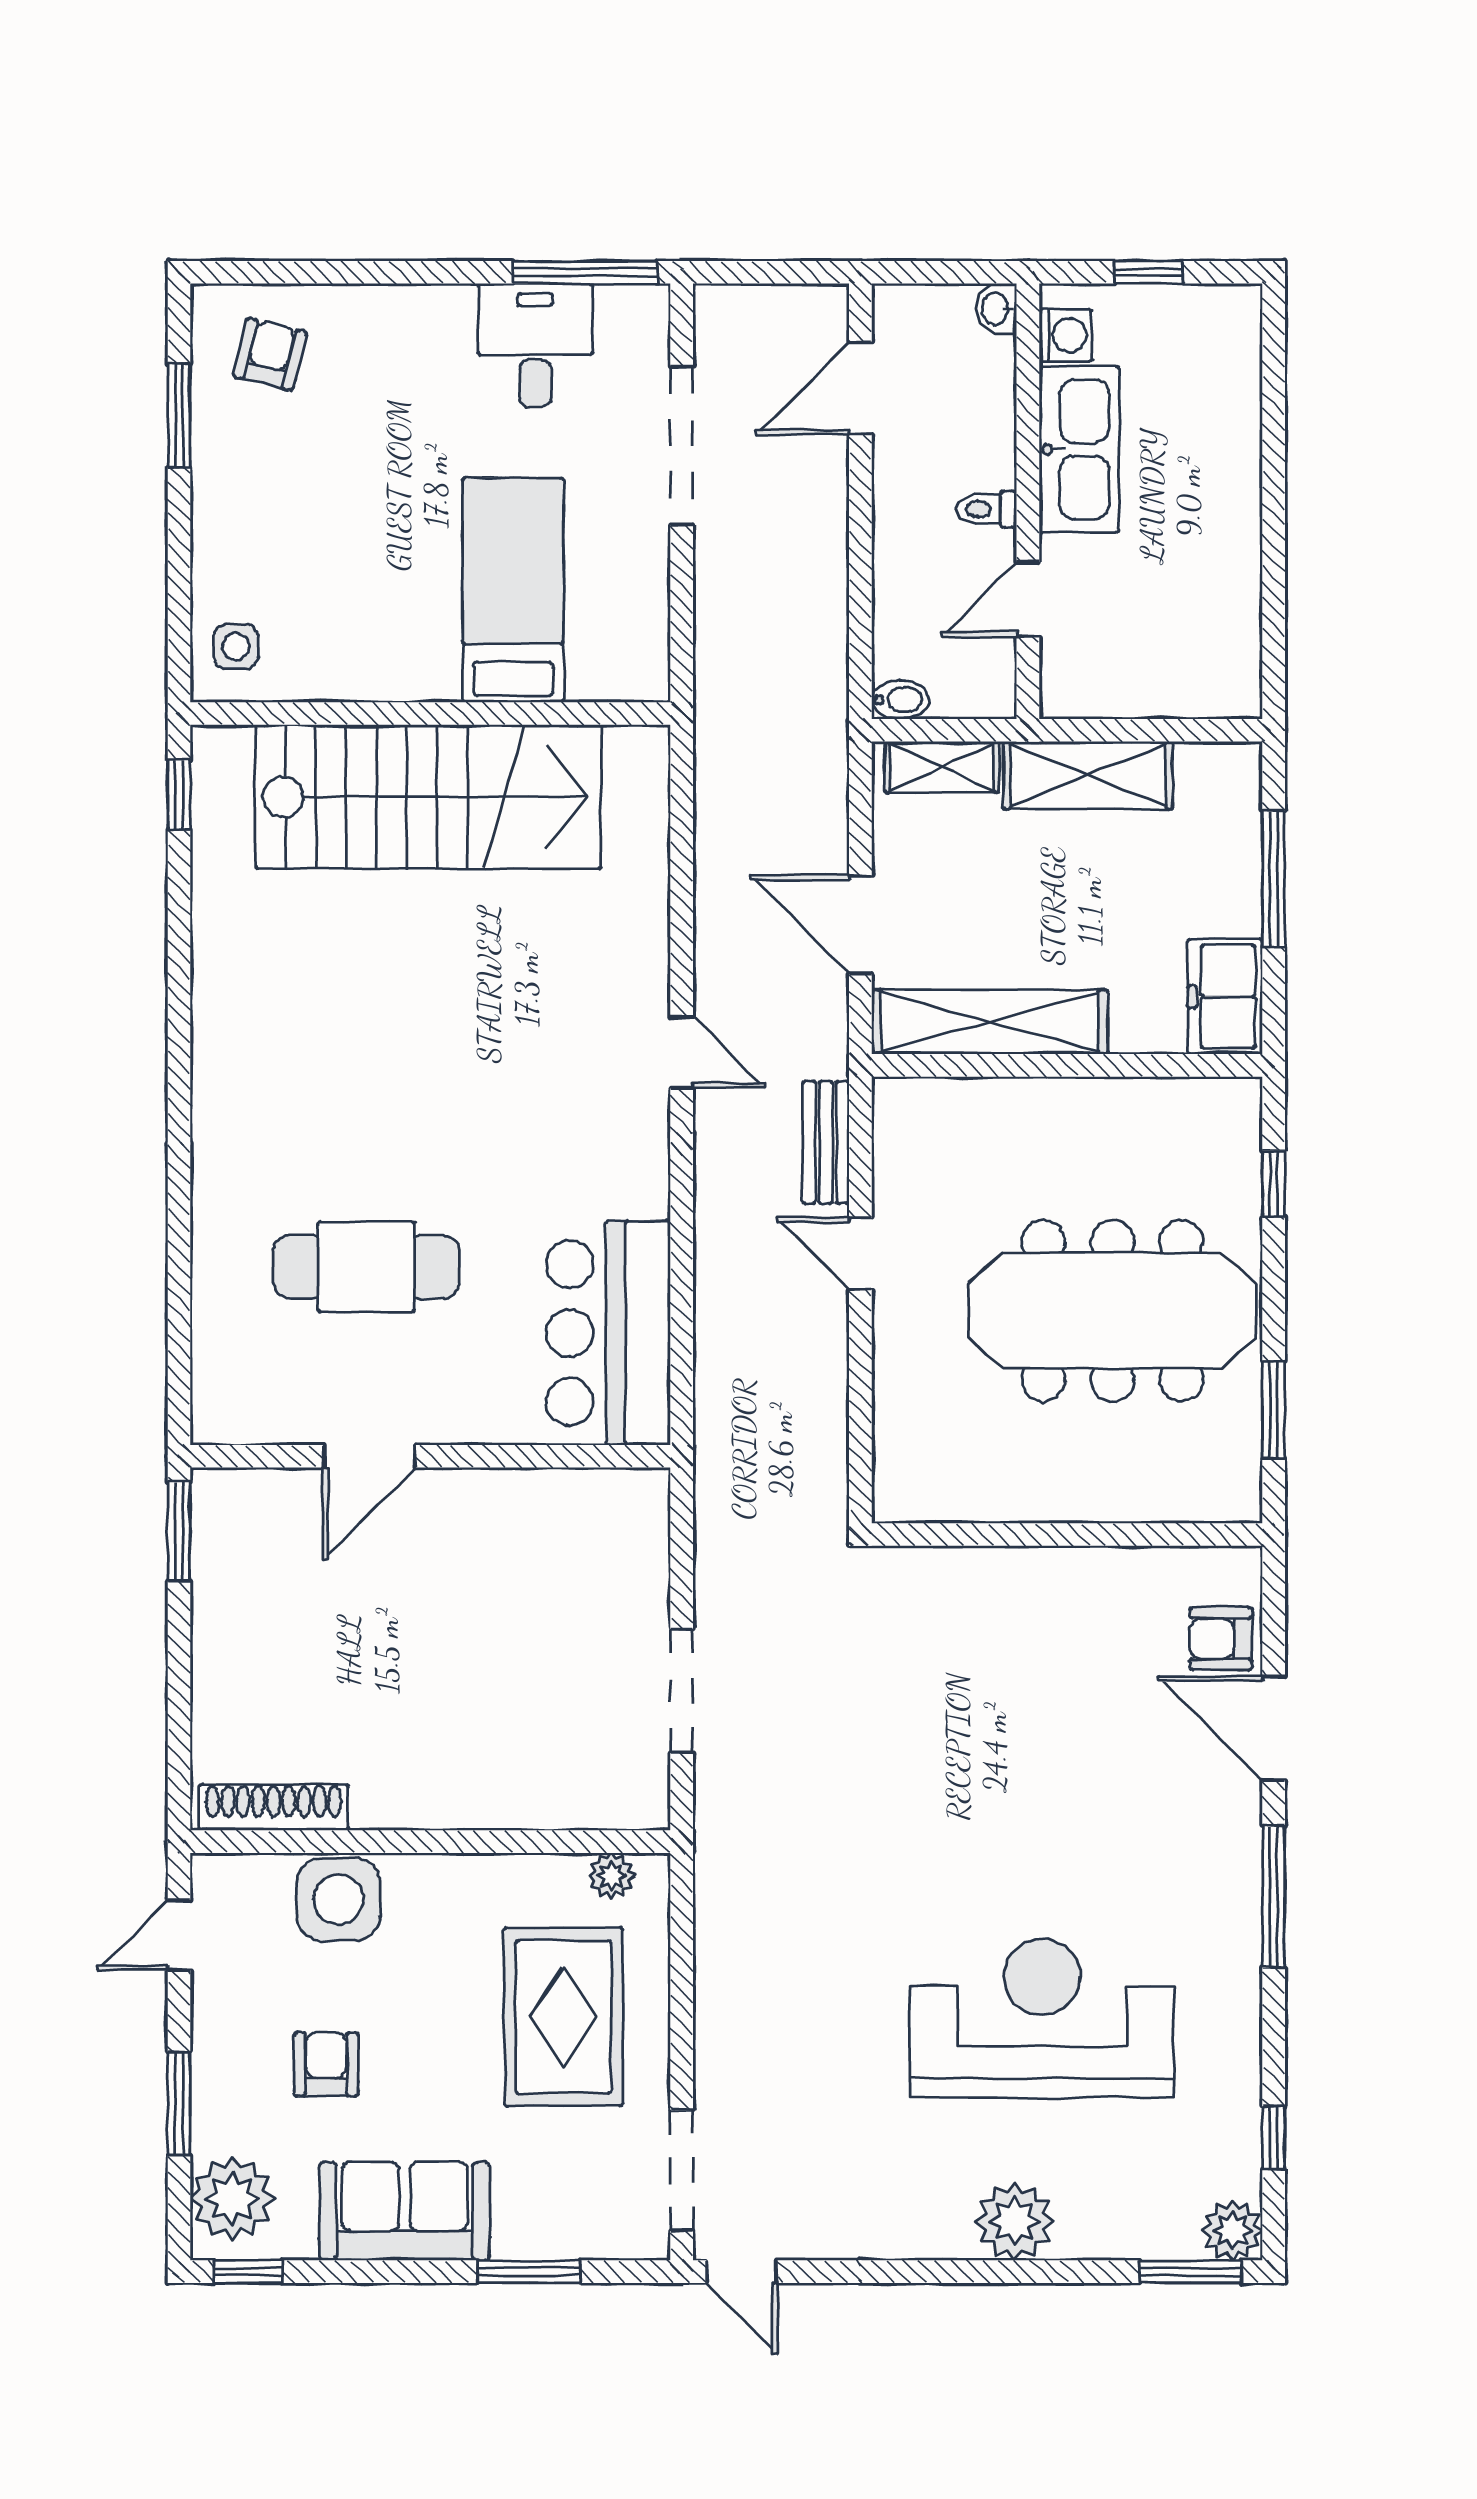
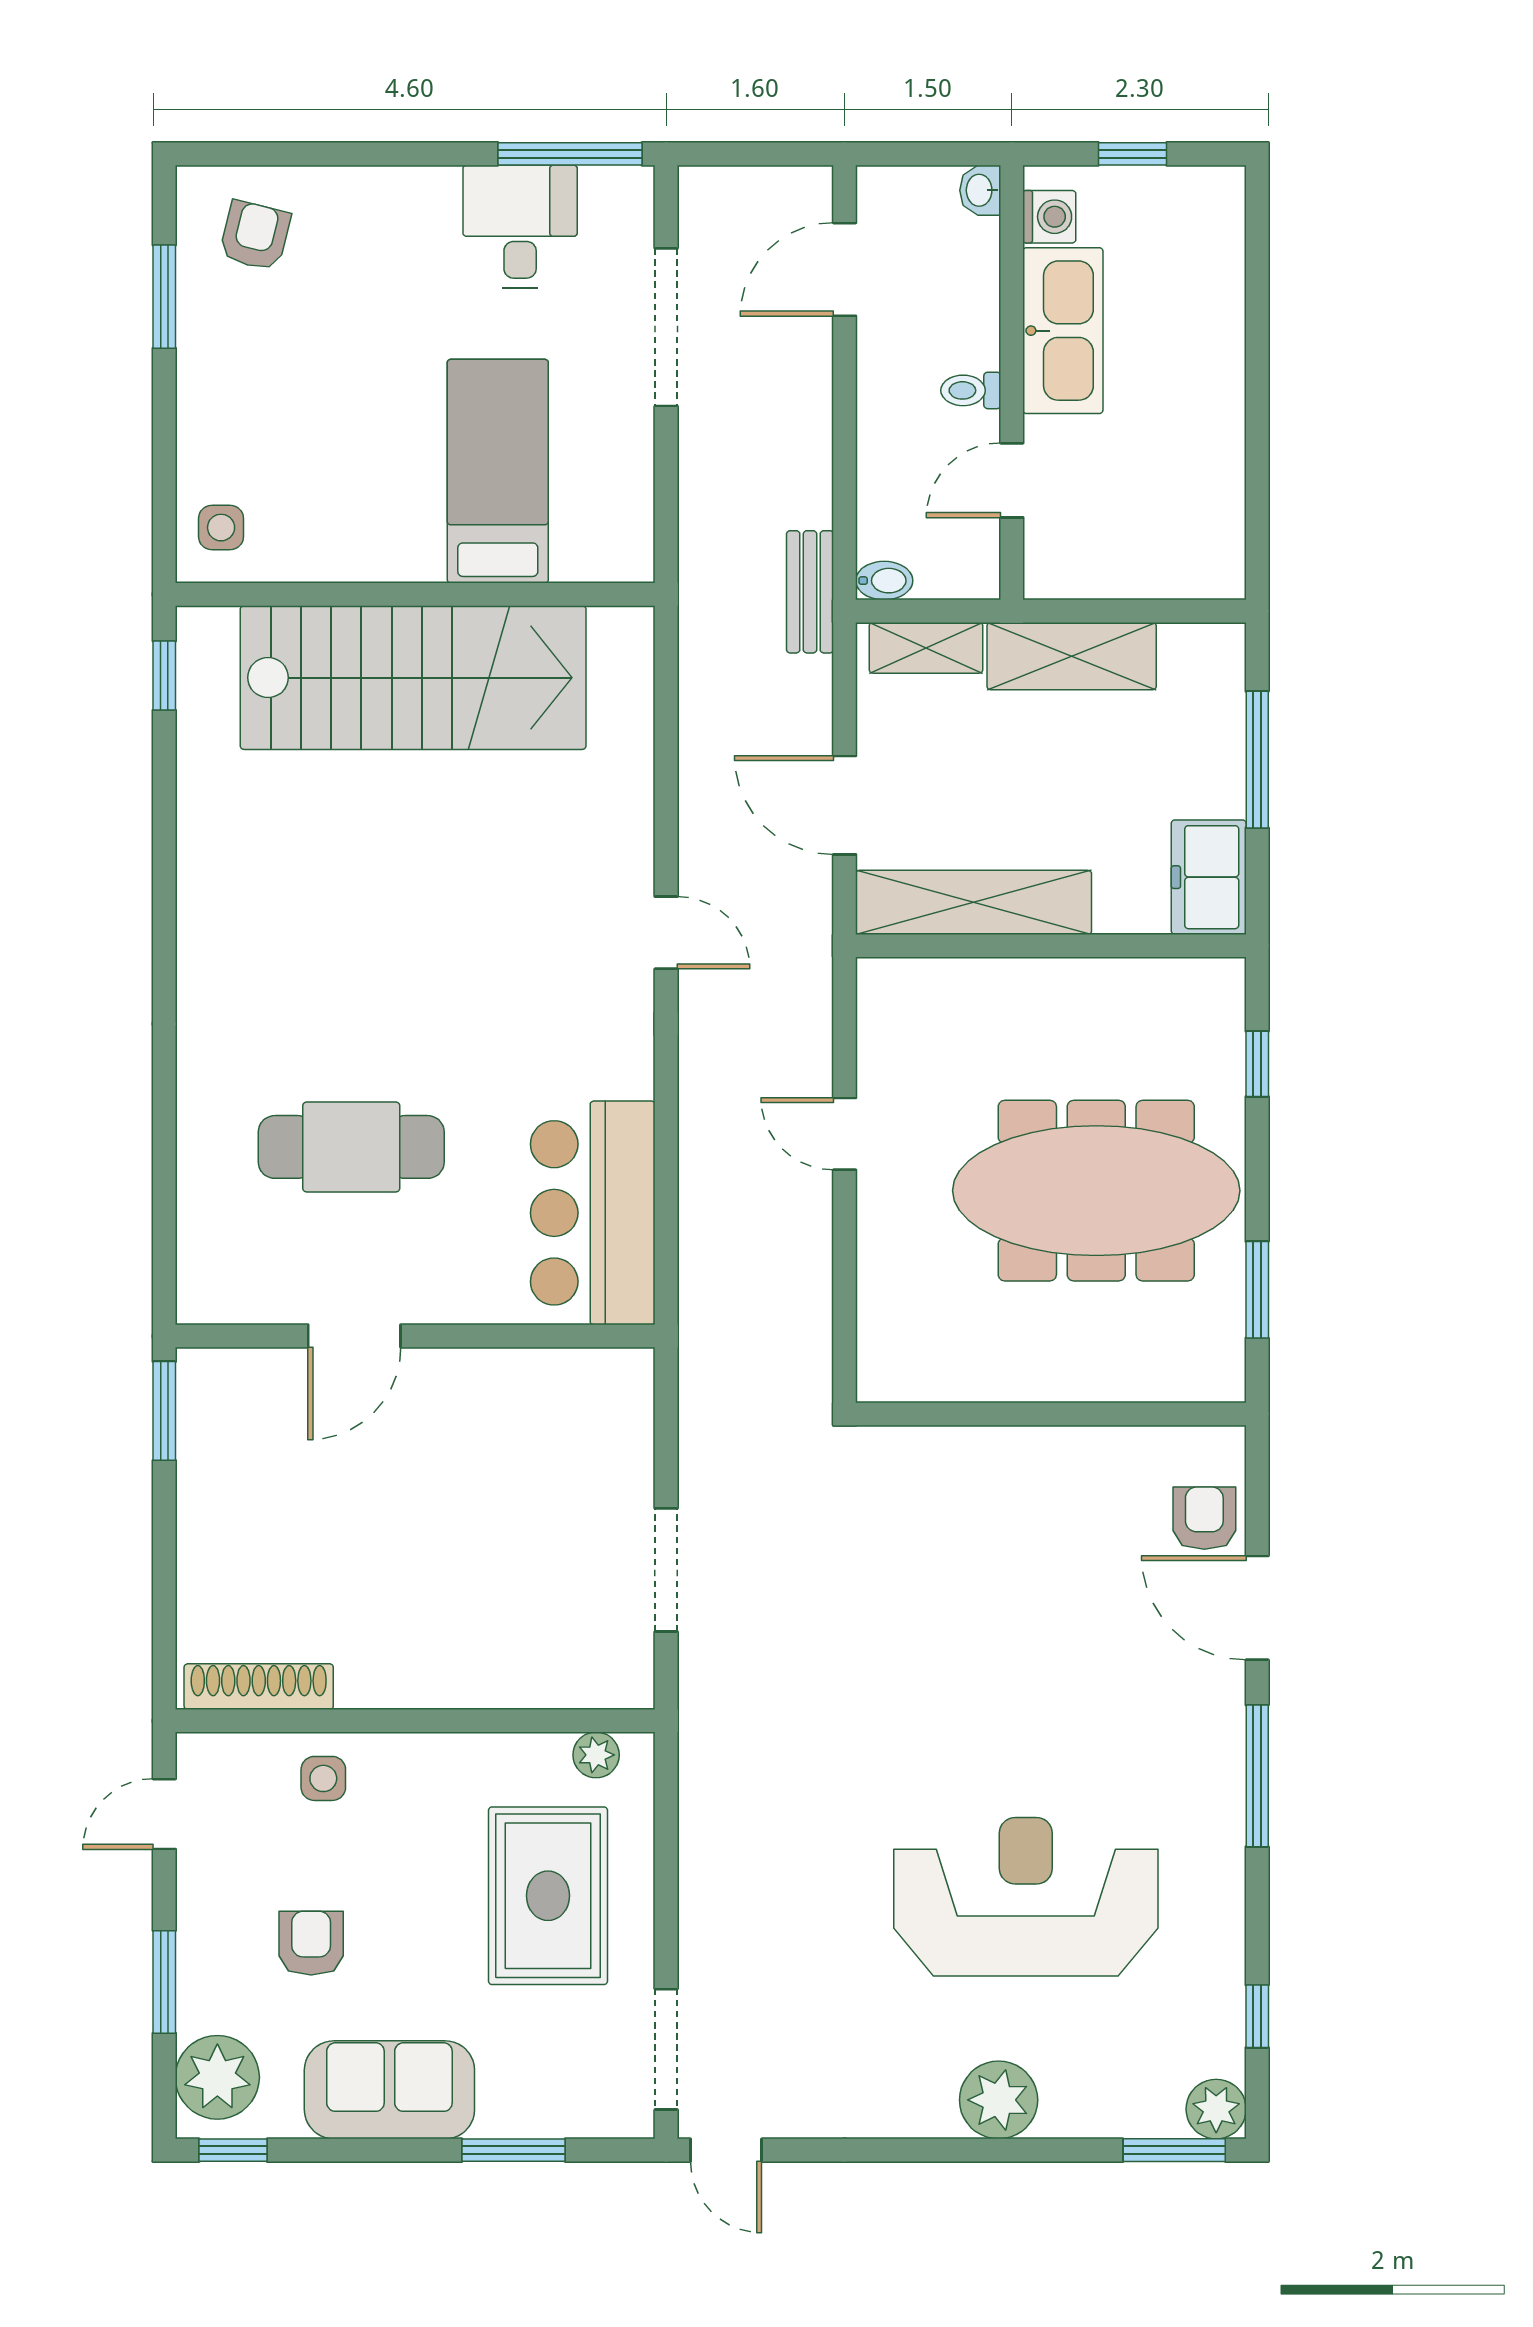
bench: (826, 1142) -> (810, 592), moved
armchair: (1221, 1639) -> (1204, 1518), turned 90
side table: (338, 1899) -> (323, 1778), width x0.54, depth x0.54

